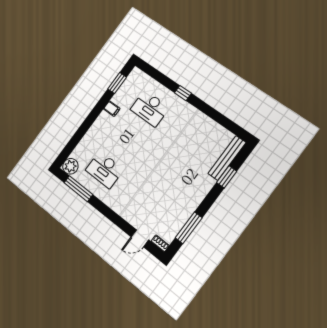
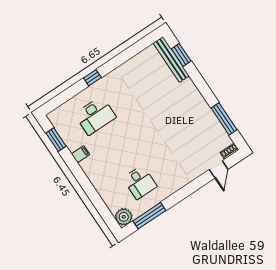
desk: (105, 170) -> (140, 182), width x0.73
window: (227, 177) -> (181, 55), moved

